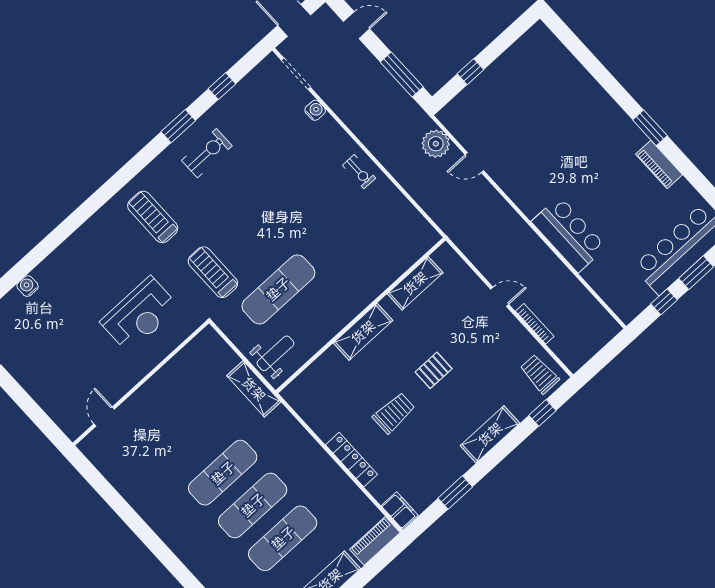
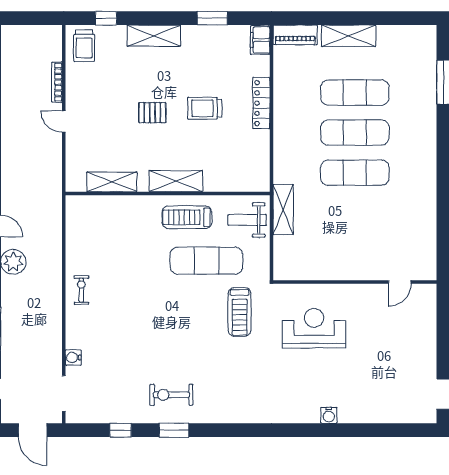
treadmill: (153, 217) -> (187, 217), moved, turned 90
water cooler: (28, 286) -> (329, 415), moved

